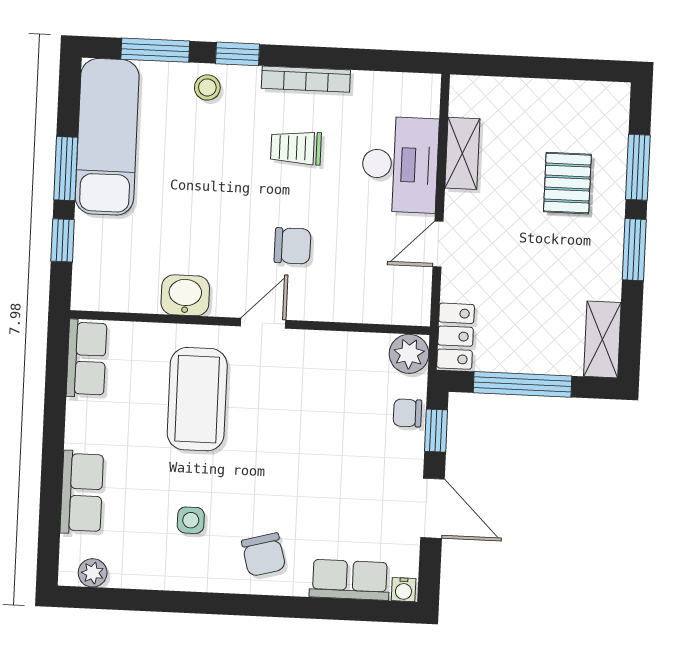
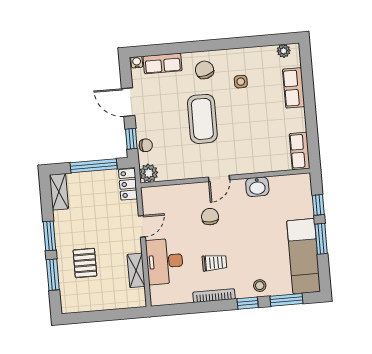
chair: (293, 246) -> (210, 217), turned 90
coffee table: (197, 399) -> (202, 119), moved

